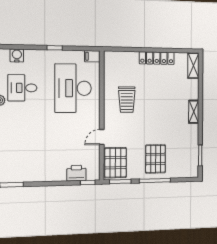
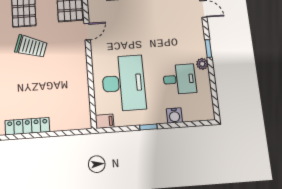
water cooler: (17, 55) -> (174, 116), moved
trolley: (127, 100) -> (31, 46), moved, turned 108

